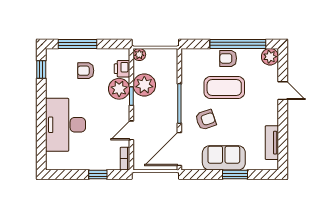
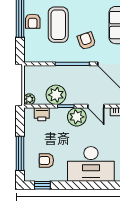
armchair: (86, 71) -> (46, 160), moved, turned 90
plant: (119, 89) -> (77, 117), moved

